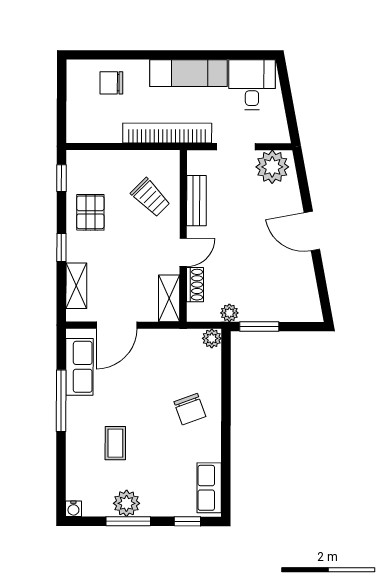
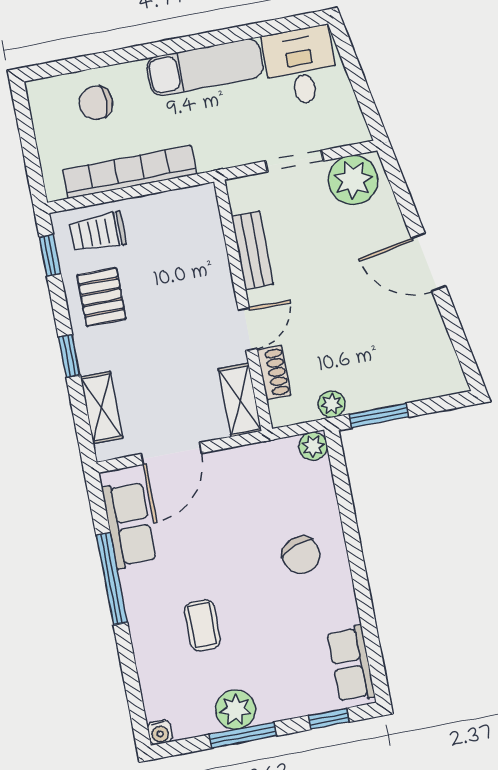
bookcase: (167, 133) -> (130, 172), moved
trolley: (150, 197) -> (98, 232), moved, turned 135

